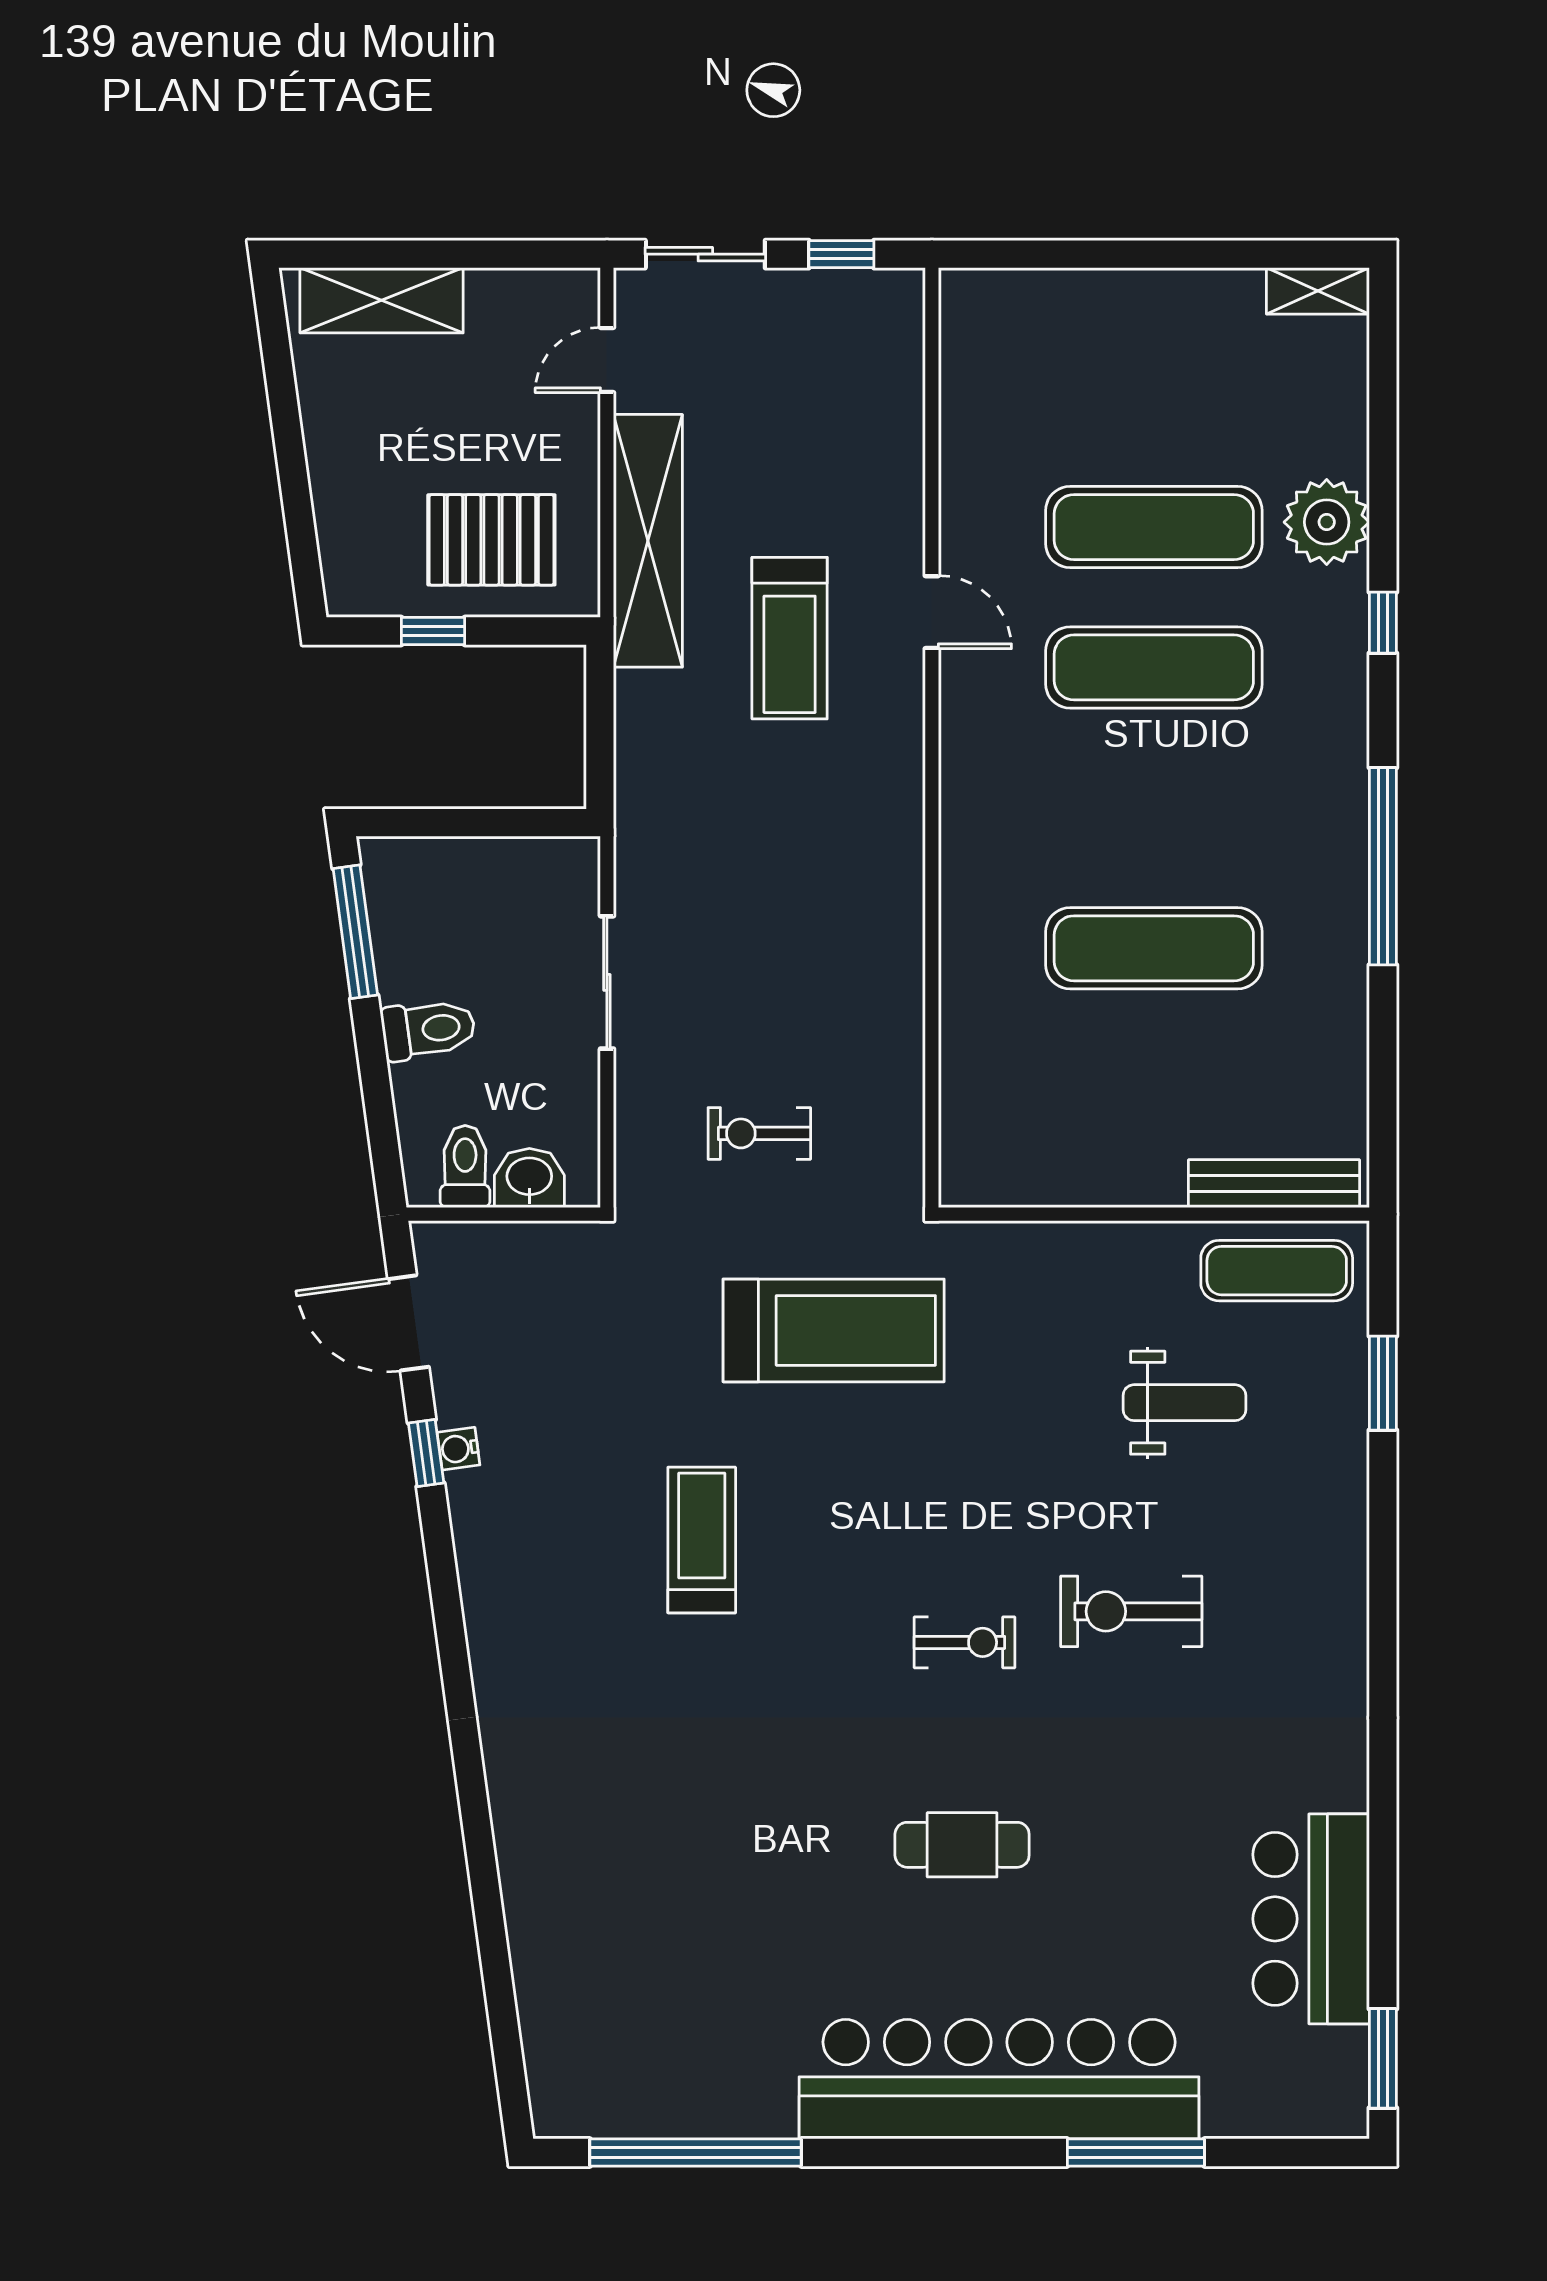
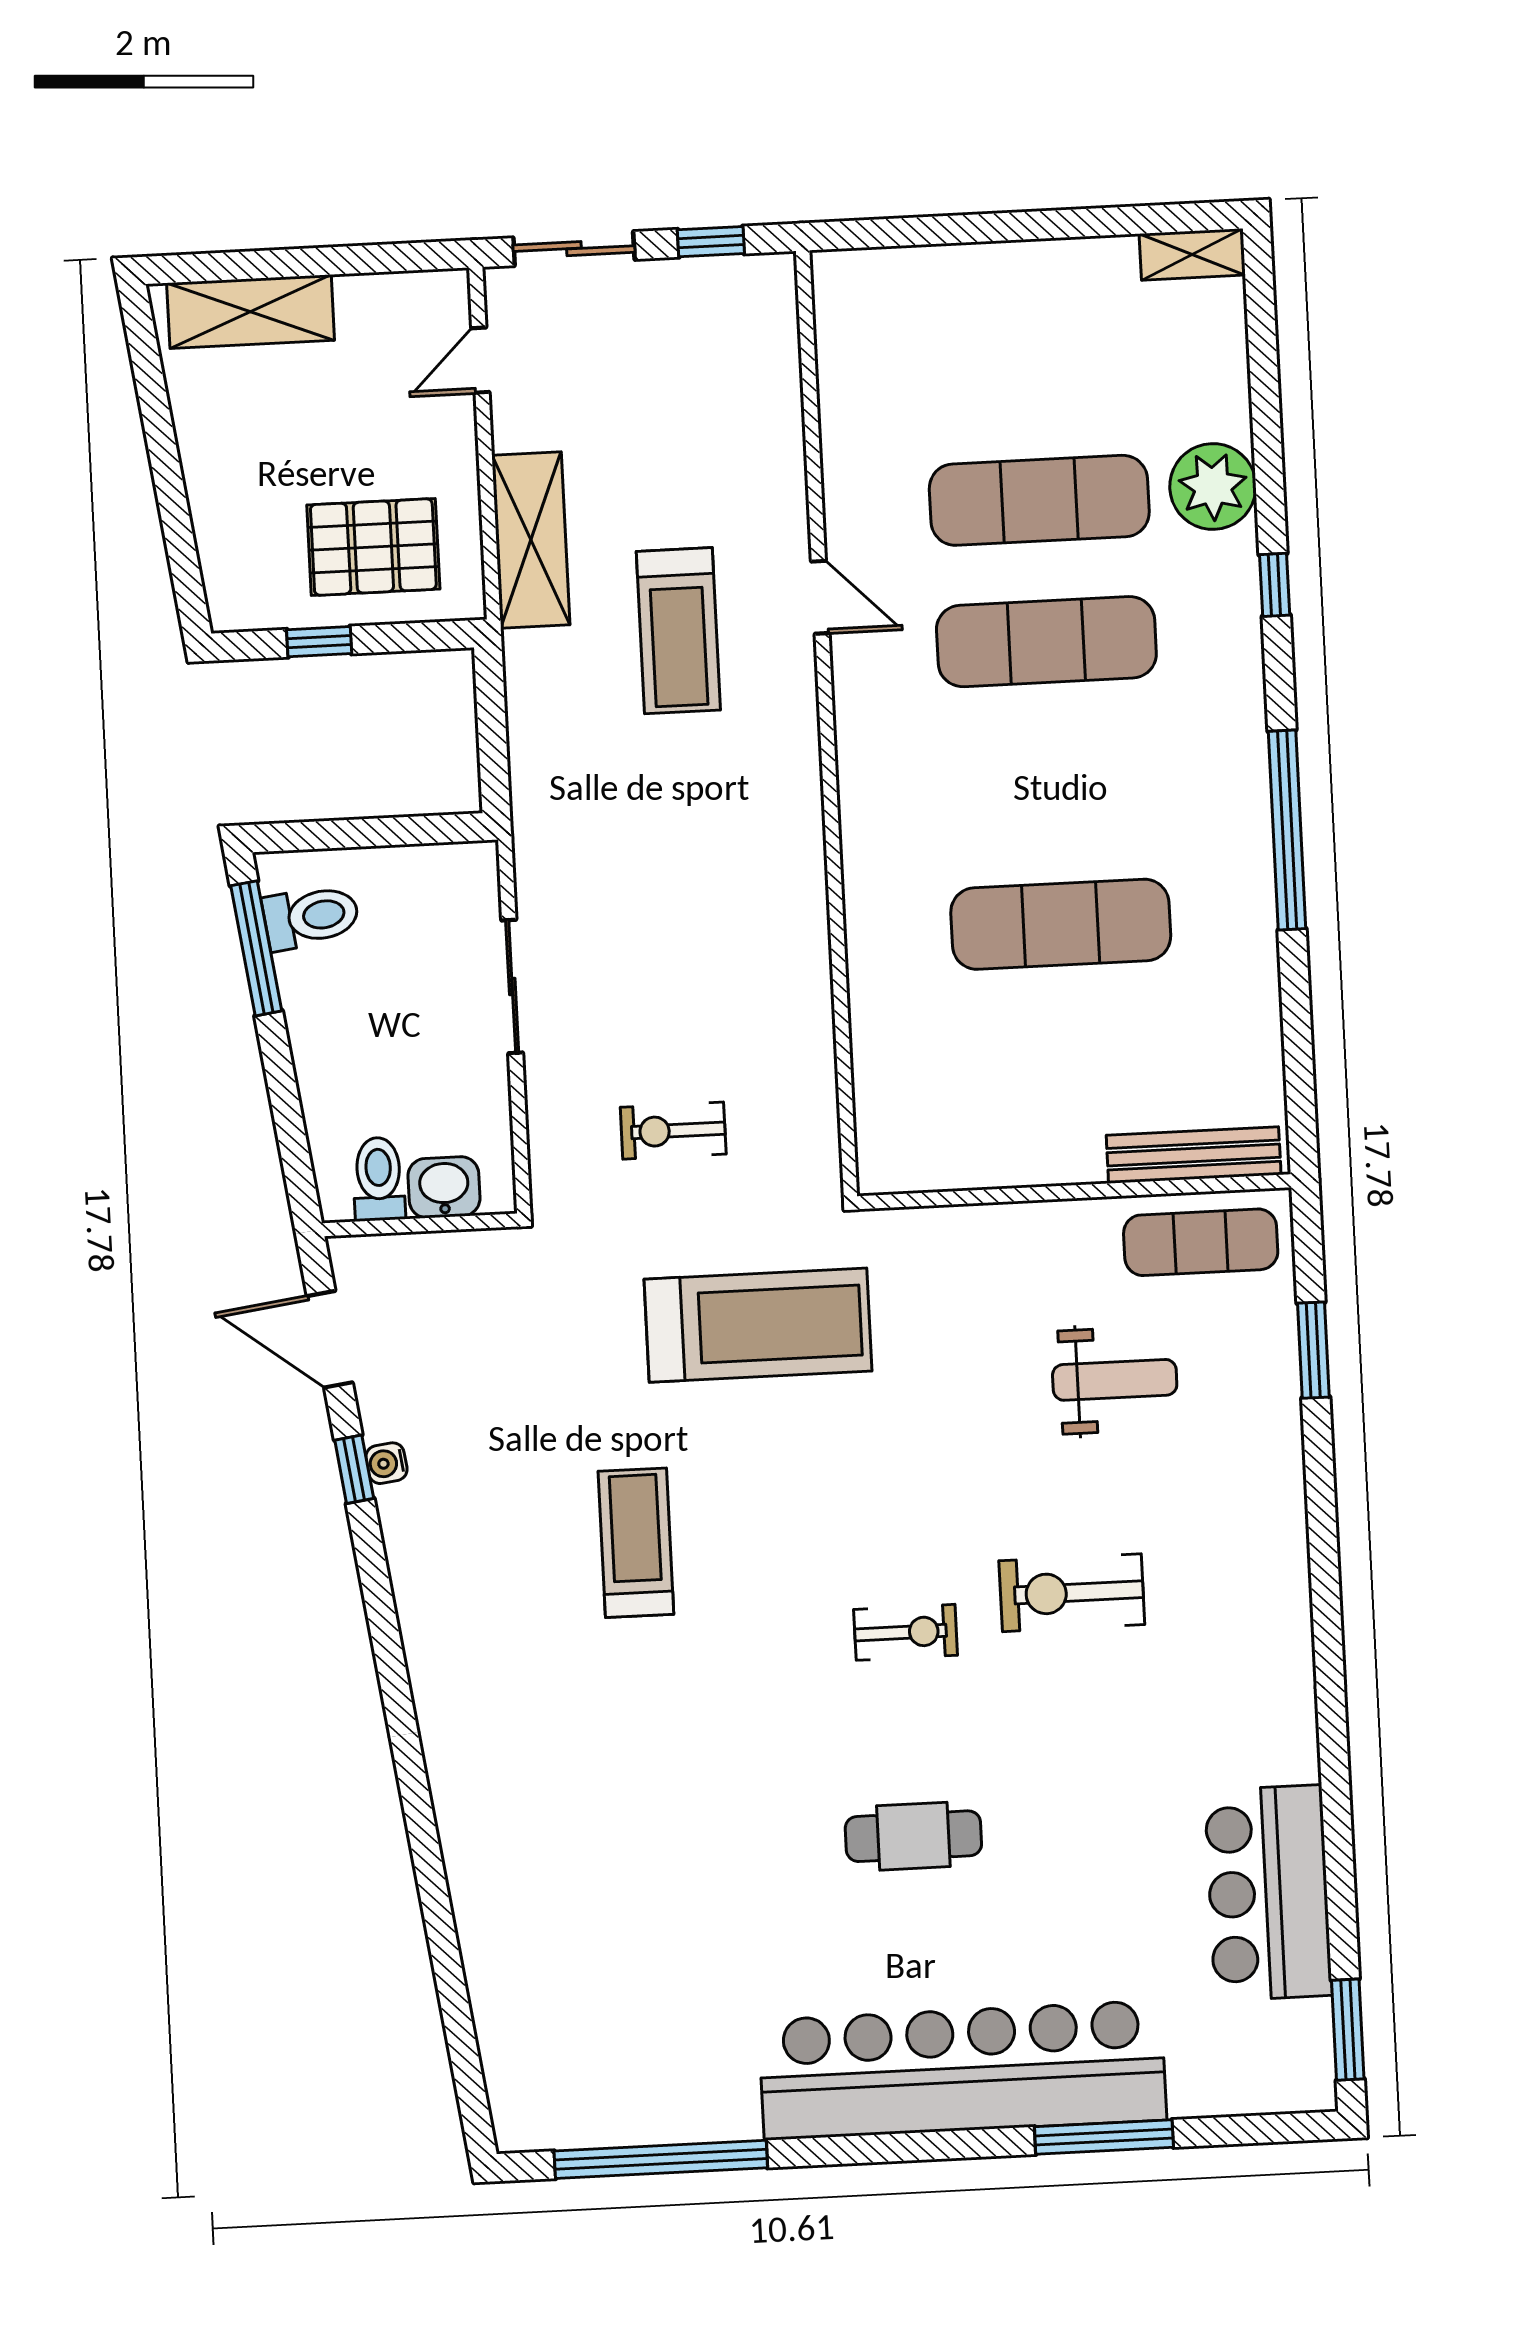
shelving: (648, 541) -> (531, 540), width x0.68
toilet: (428, 1029) -> (311, 917), moved

